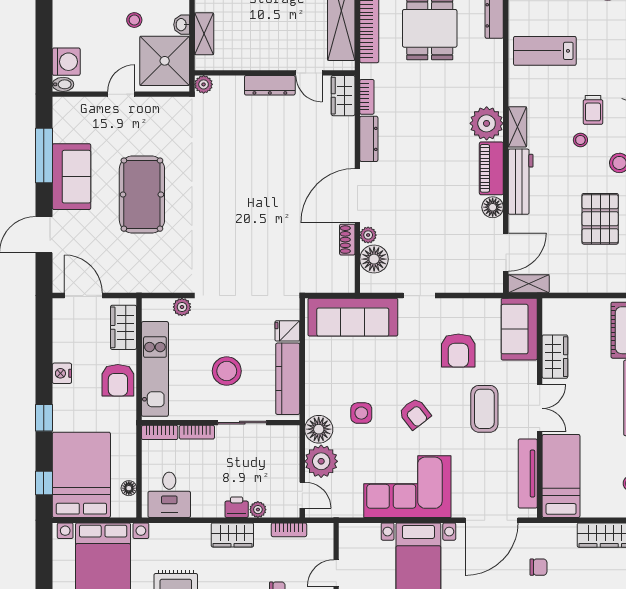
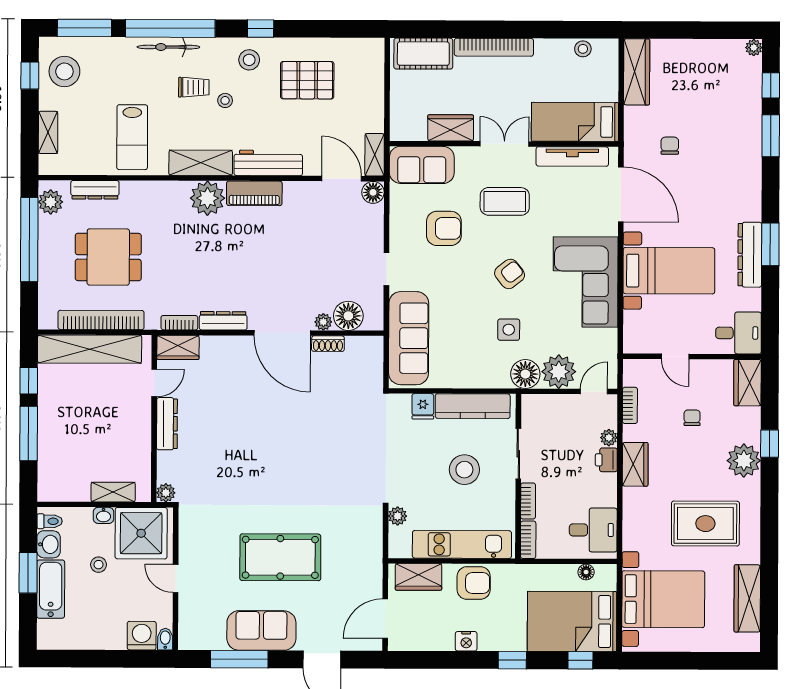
shelving: (517, 127) -> (201, 163), width x1.50, depth x1.33
floor lamp: (493, 207) -> (373, 192), moved

